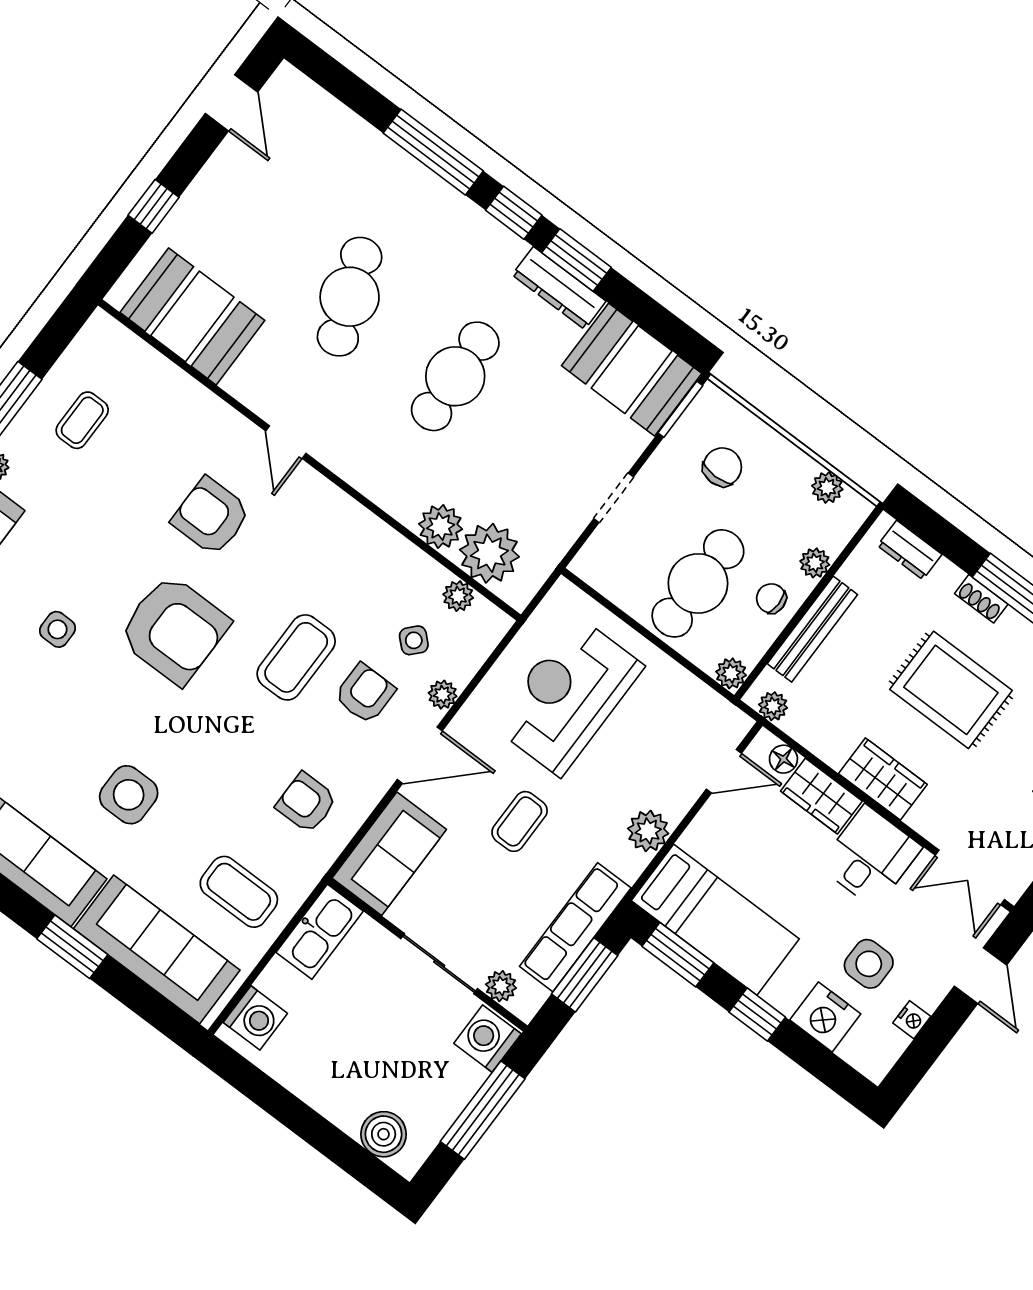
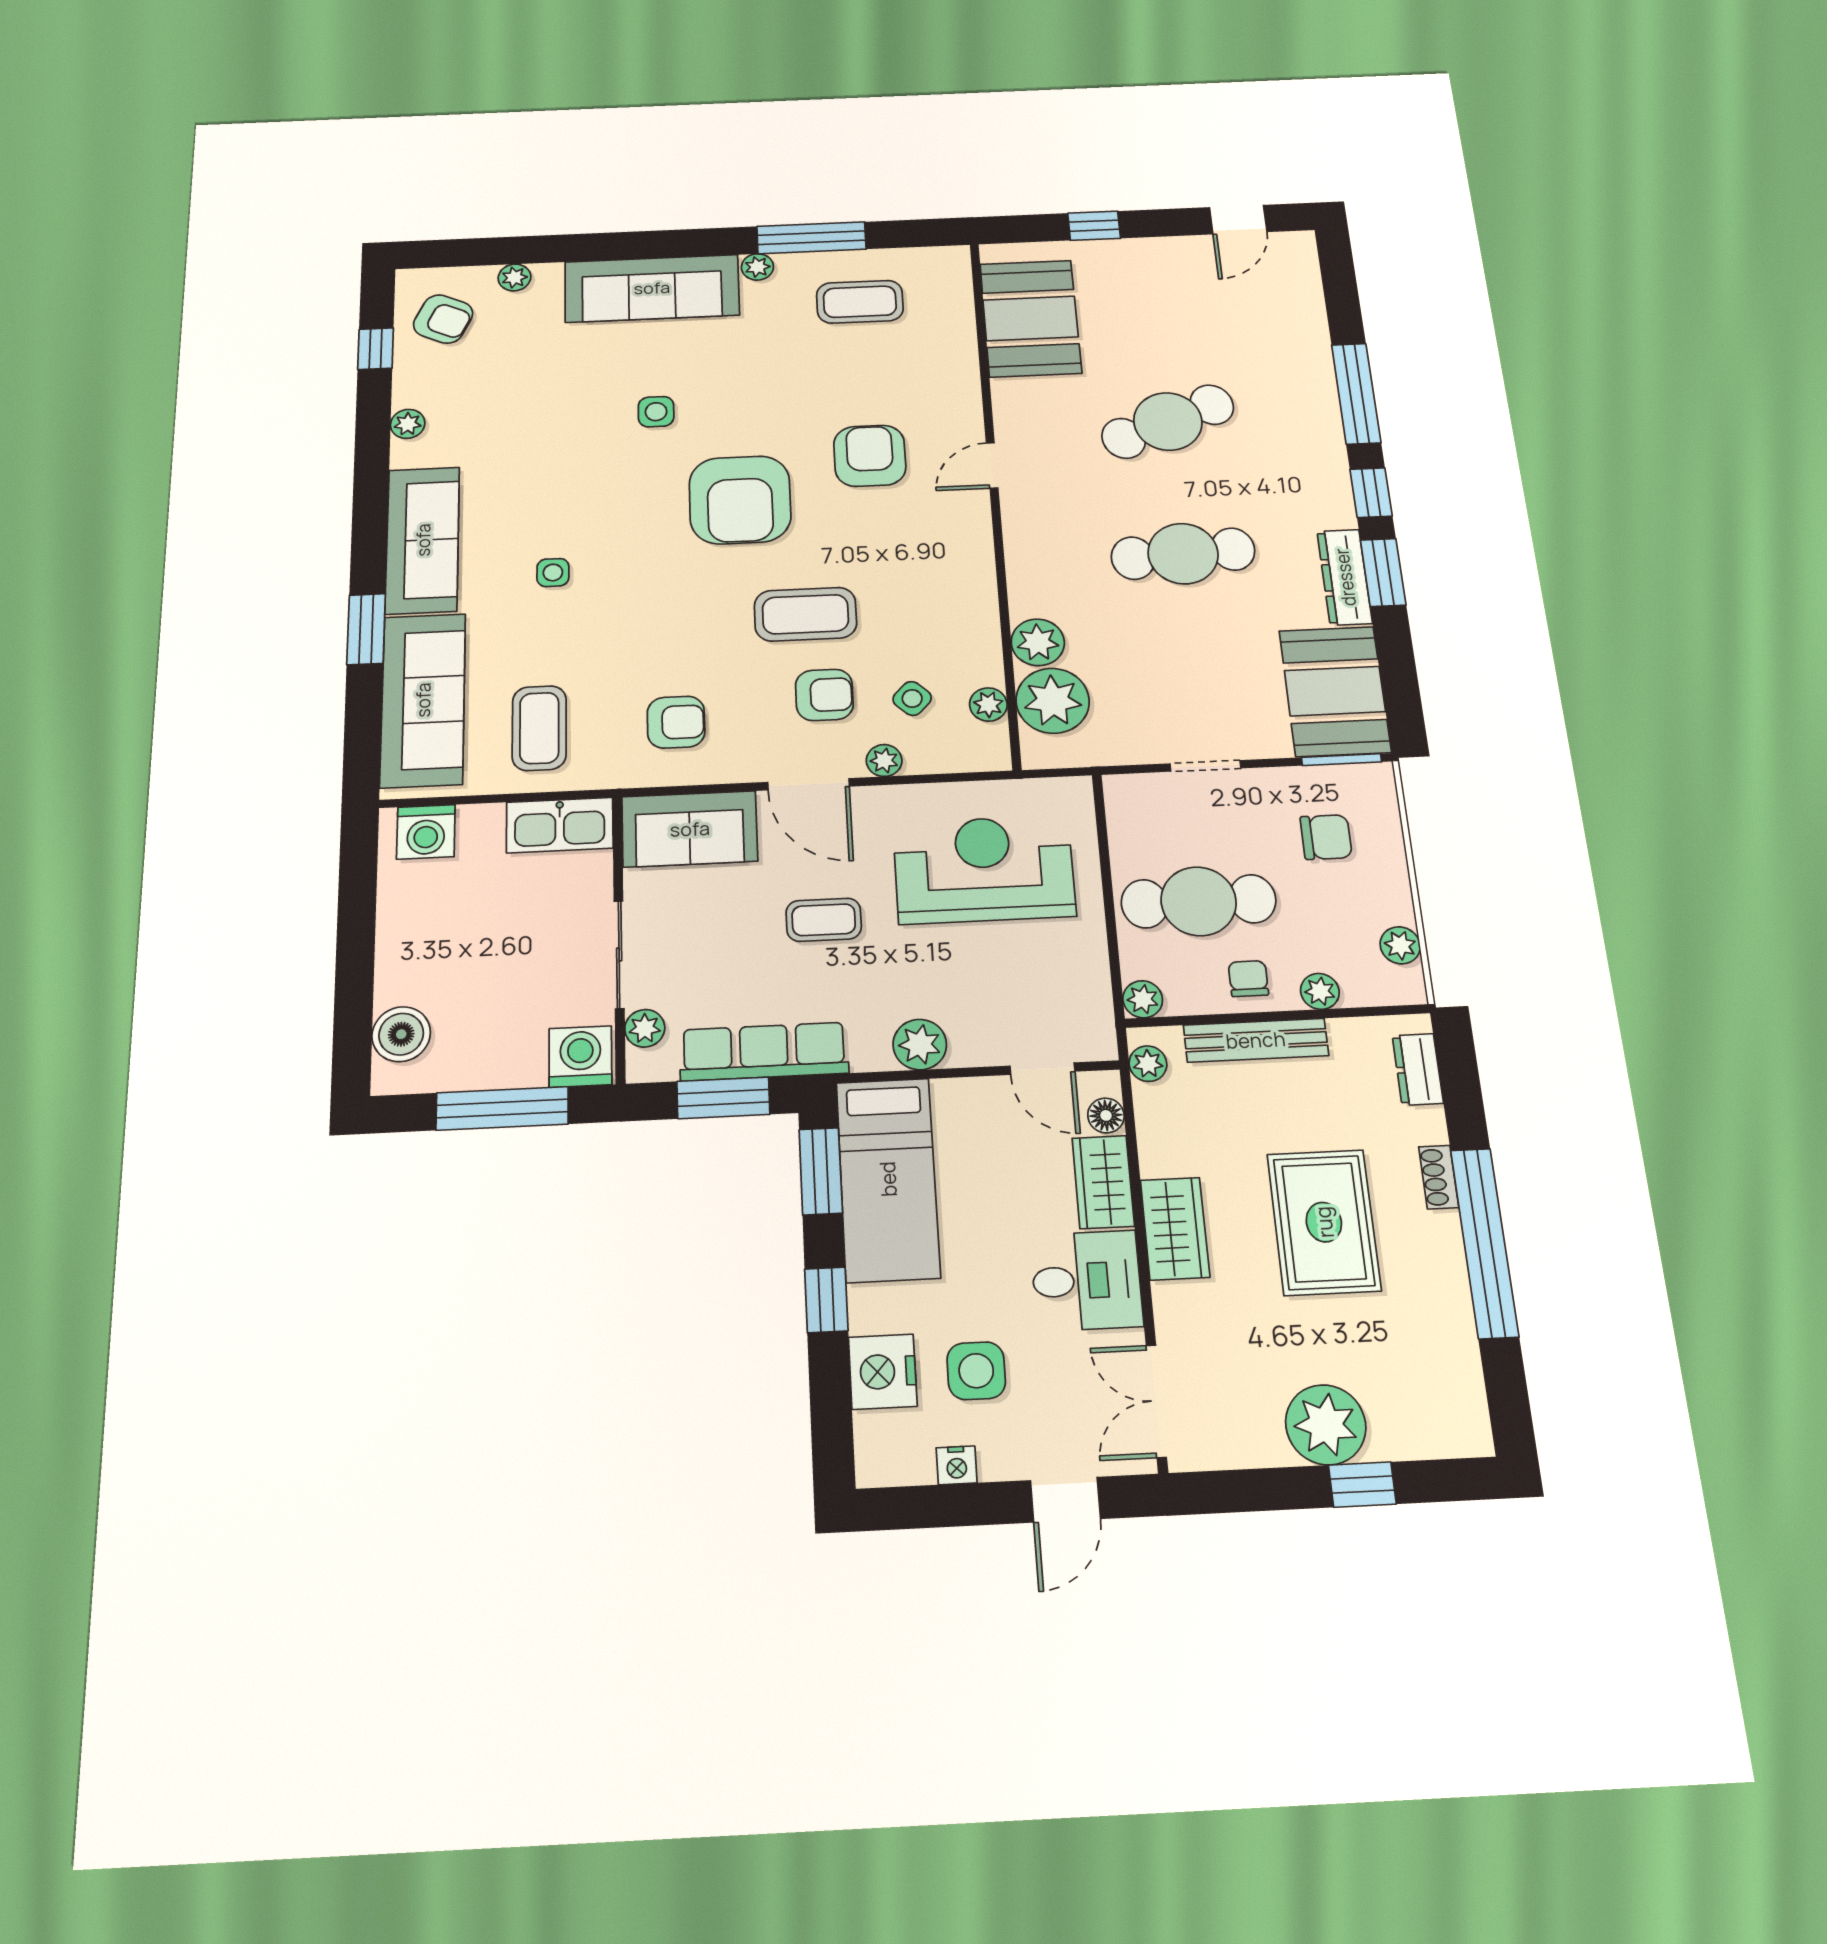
coffee table: (82, 420) -> (860, 302), width x1.36, depth x1.30
side table: (129, 795) -> (553, 572), width x0.54, depth x0.54
armchair: (306, 803) -> (676, 722), turned 90

